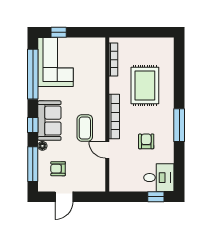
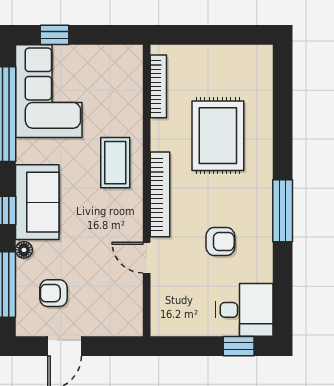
coffee table: (85, 128) -> (115, 163), moved
armchair: (146, 141) -> (220, 242), turned 90

